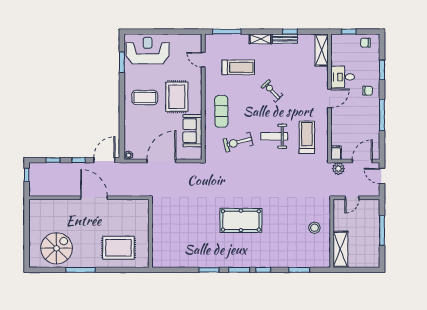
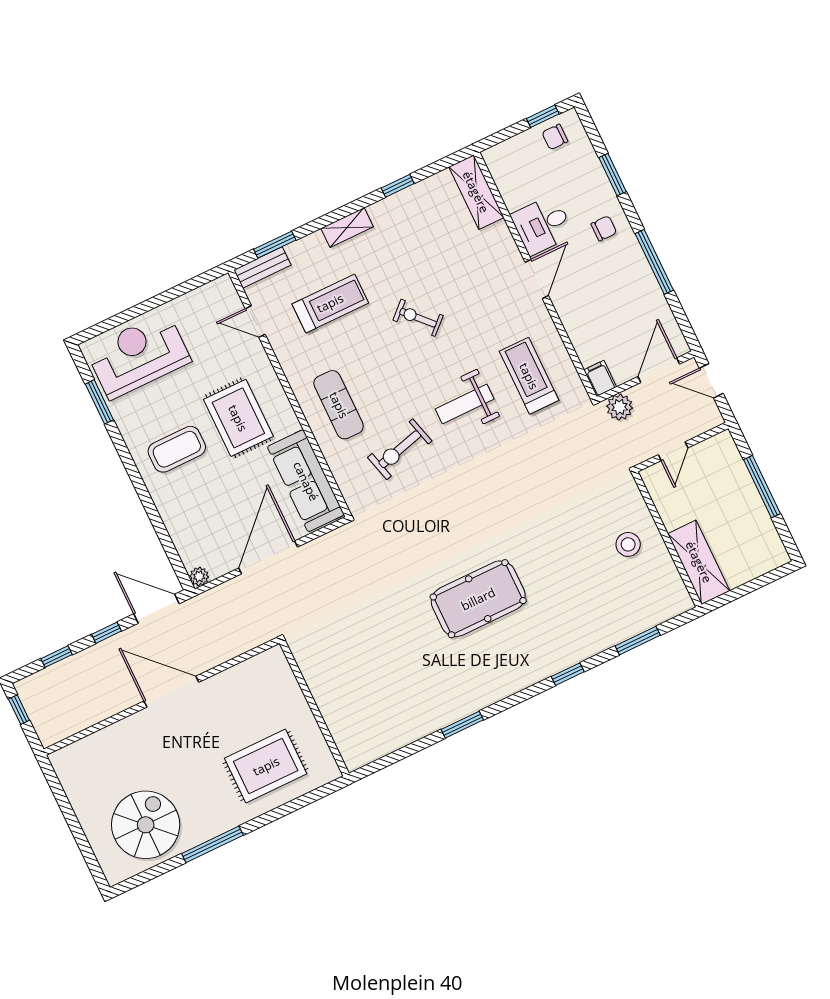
window: (227, 32) -> (275, 245), width x0.69
window: (349, 32) -> (543, 116), moved
bench: (285, 39) -> (262, 267), moved
sofa: (192, 131) -> (306, 481), width x1.36
door: (104, 160) -> (156, 609), hinge flipped
window: (239, 270) -> (521, 696), removed

